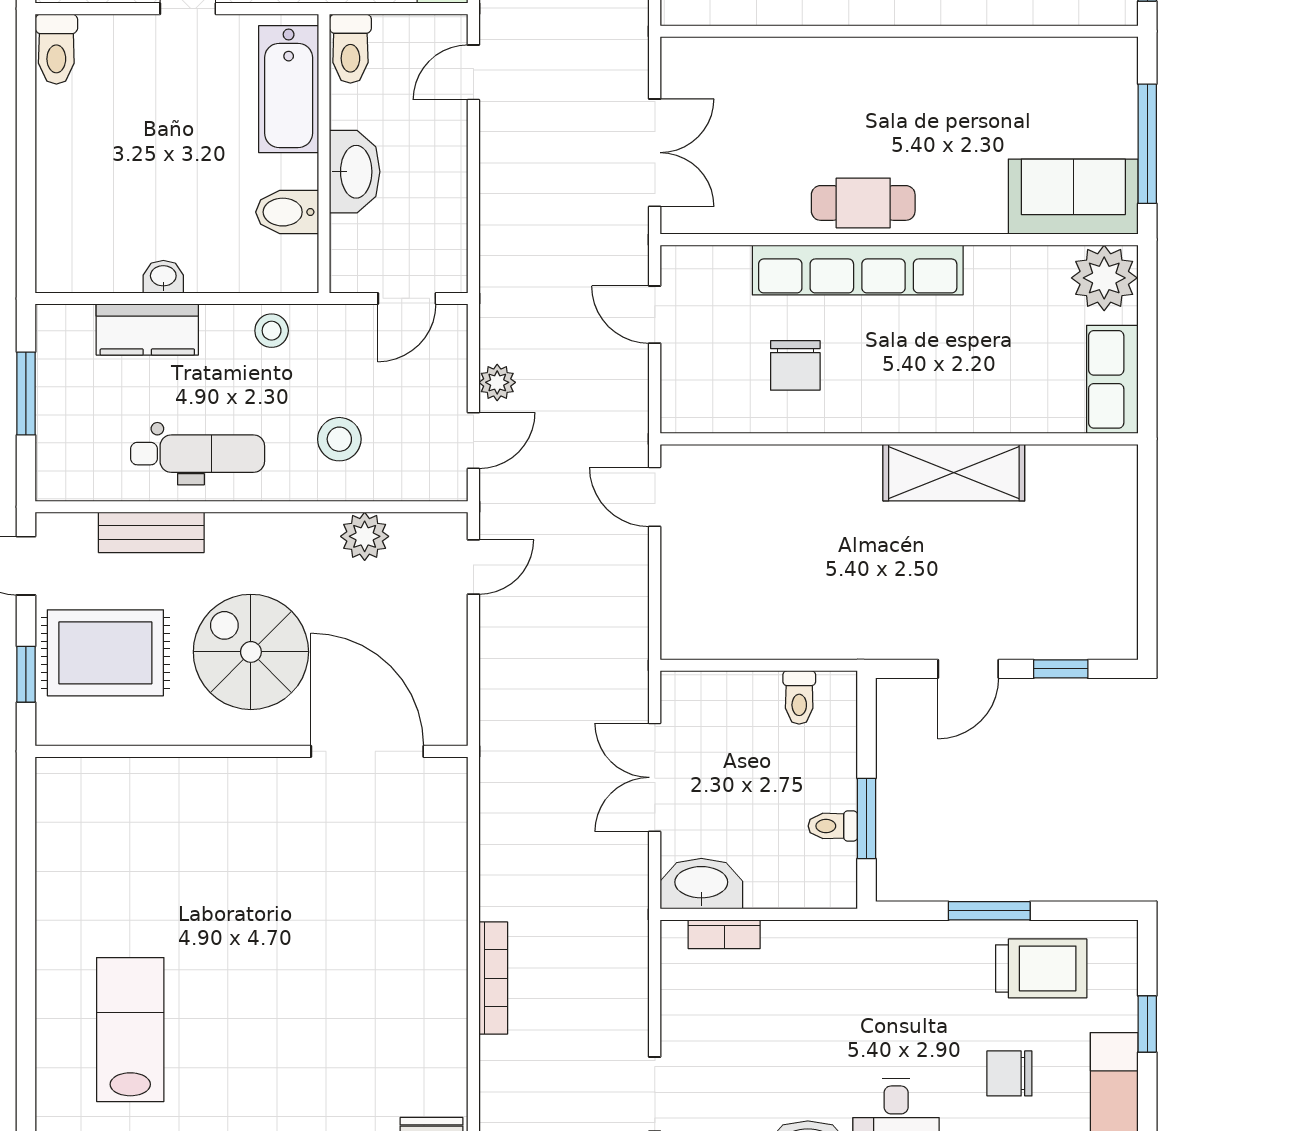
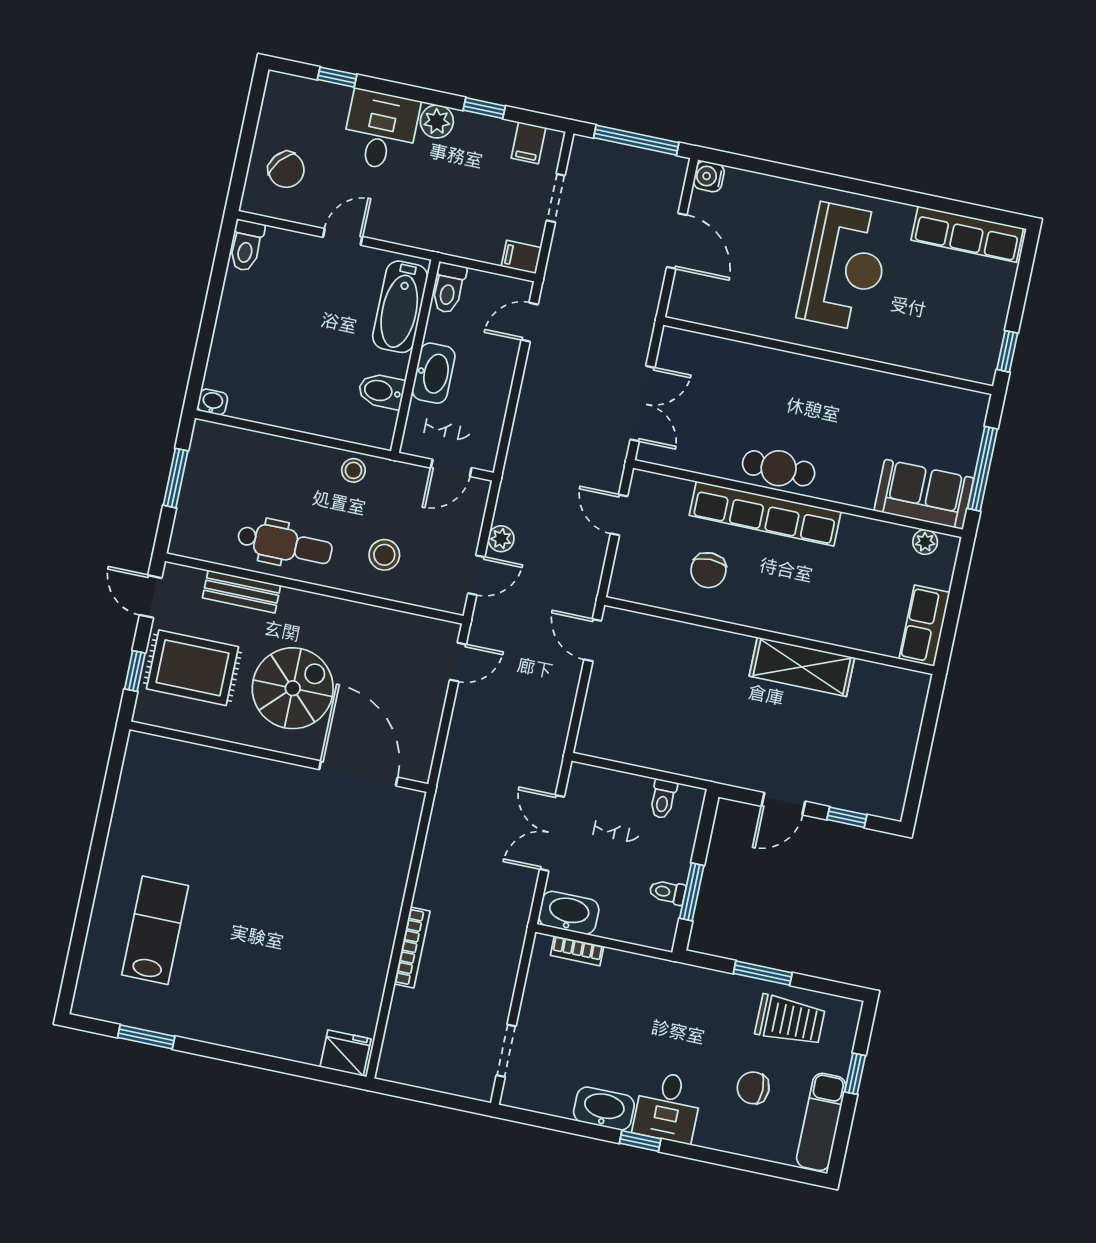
washbasin: (163, 277) -> (213, 402), moved
plant: (1104, 278) -> (925, 542), width x0.53, depth x0.53
kitchen counter: (147, 329) -> (268, 452), removed
plant: (365, 536) -> (388, 625), removed
spiral stairs: (251, 652) -> (293, 688), turned 90

